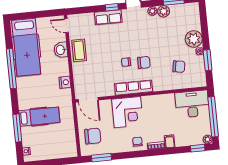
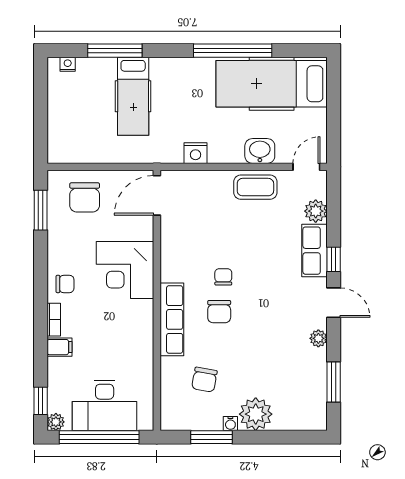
plant: (164, 11) -> (316, 211), moved
row of seats: (134, 88) -> (172, 319), moved
desk: (192, 104) -> (105, 405), moved, turned 90

